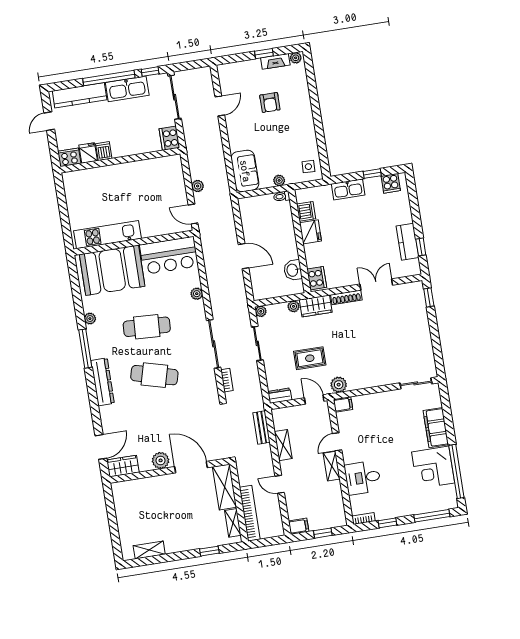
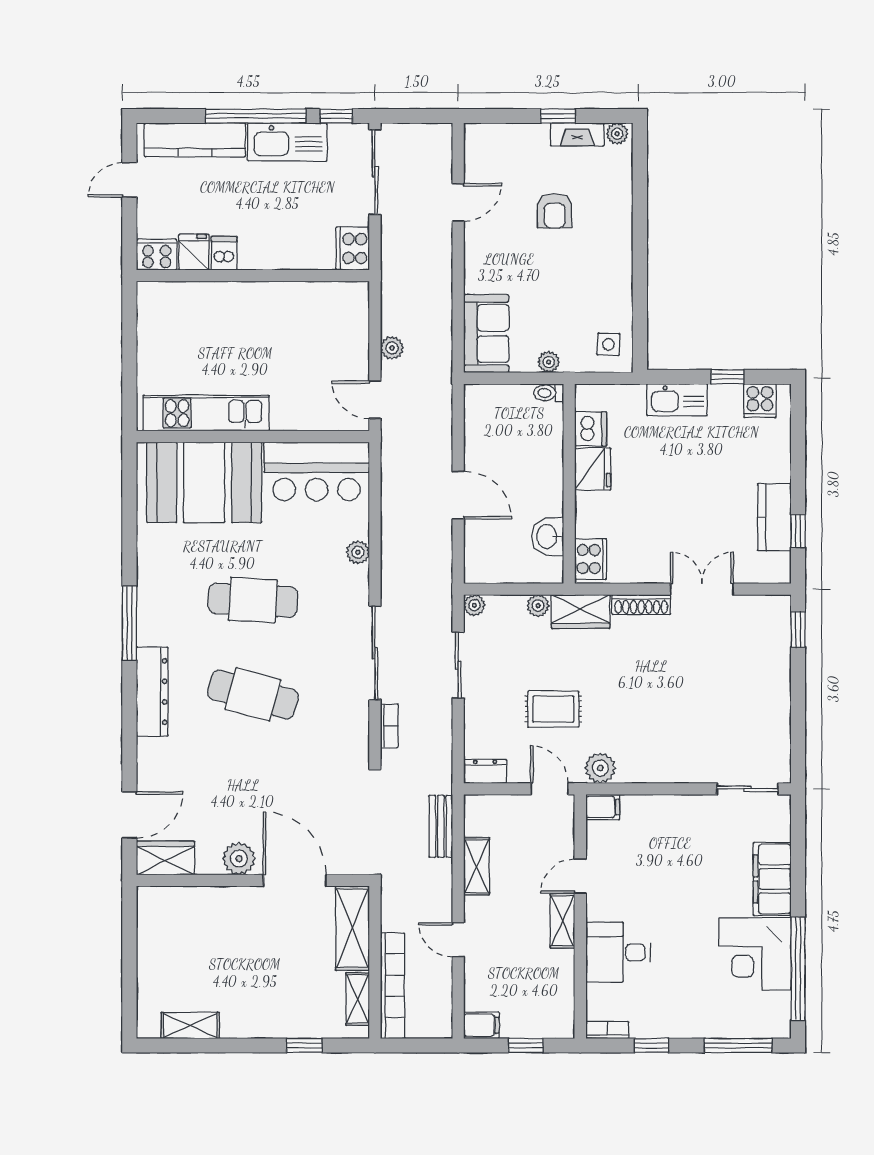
plant: (90, 319) -> (147, 567), removed

